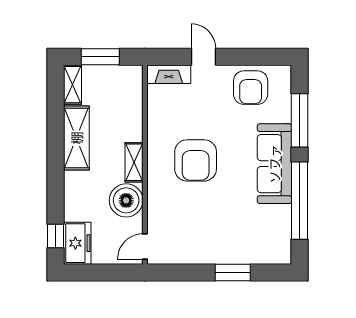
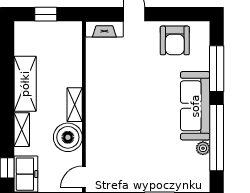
window: (100, 57) -> (46, 14), width x0.67
shelving: (72, 85) -> (22, 130), moved
armchair: (196, 160) -> (127, 103), removed
plant: (283, 213) -> (203, 148), added

